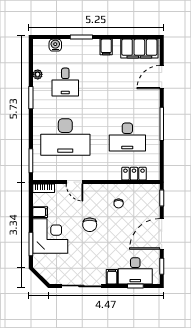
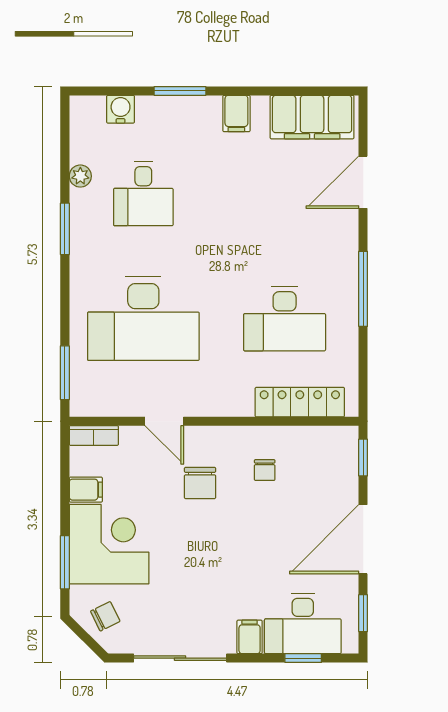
locker: (134, 174) -> (300, 402), width x1.53
chair: (90, 225) -> (200, 483), moved
chair: (49, 268) -> (105, 616), added

